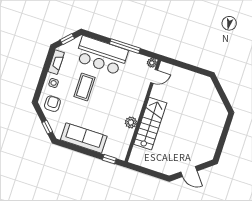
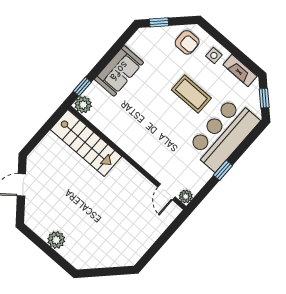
window: (125, 46) -> (223, 170), width x0.46
plant: (131, 122) -> (83, 105), moved
stairs: (150, 124) -> (86, 143), moved
plant: (215, 134) -> (56, 240), added
sofa: (84, 138) -> (119, 71), width x0.73

